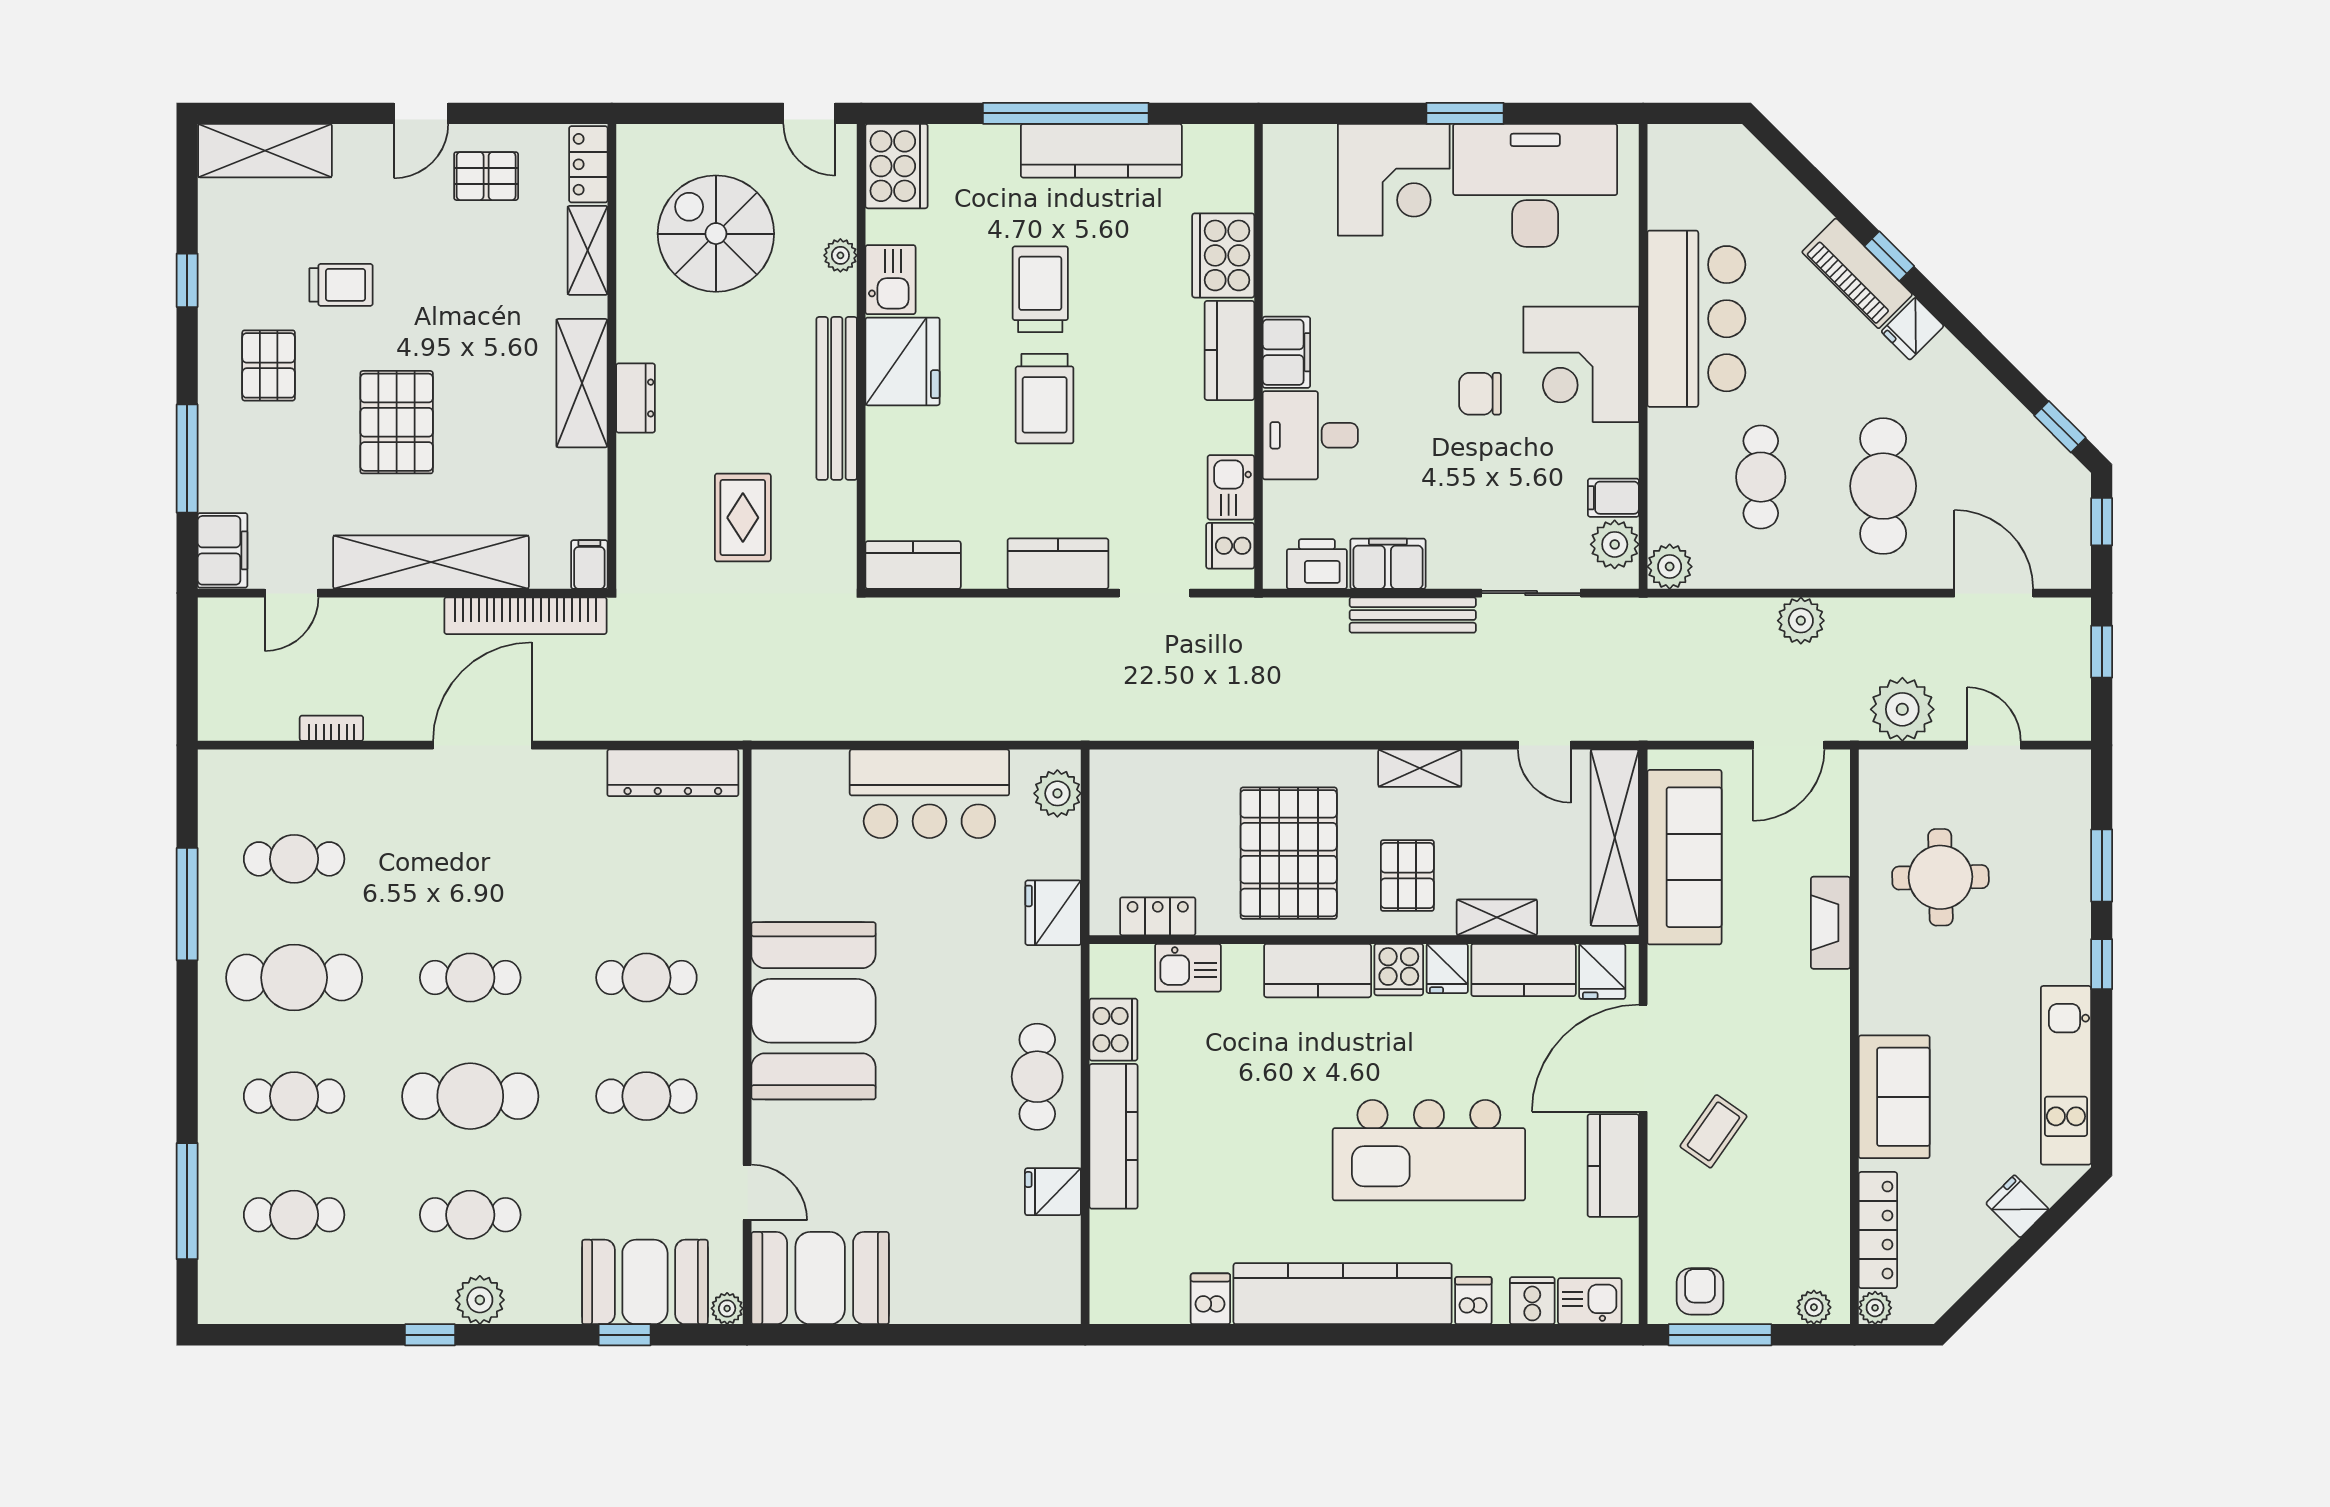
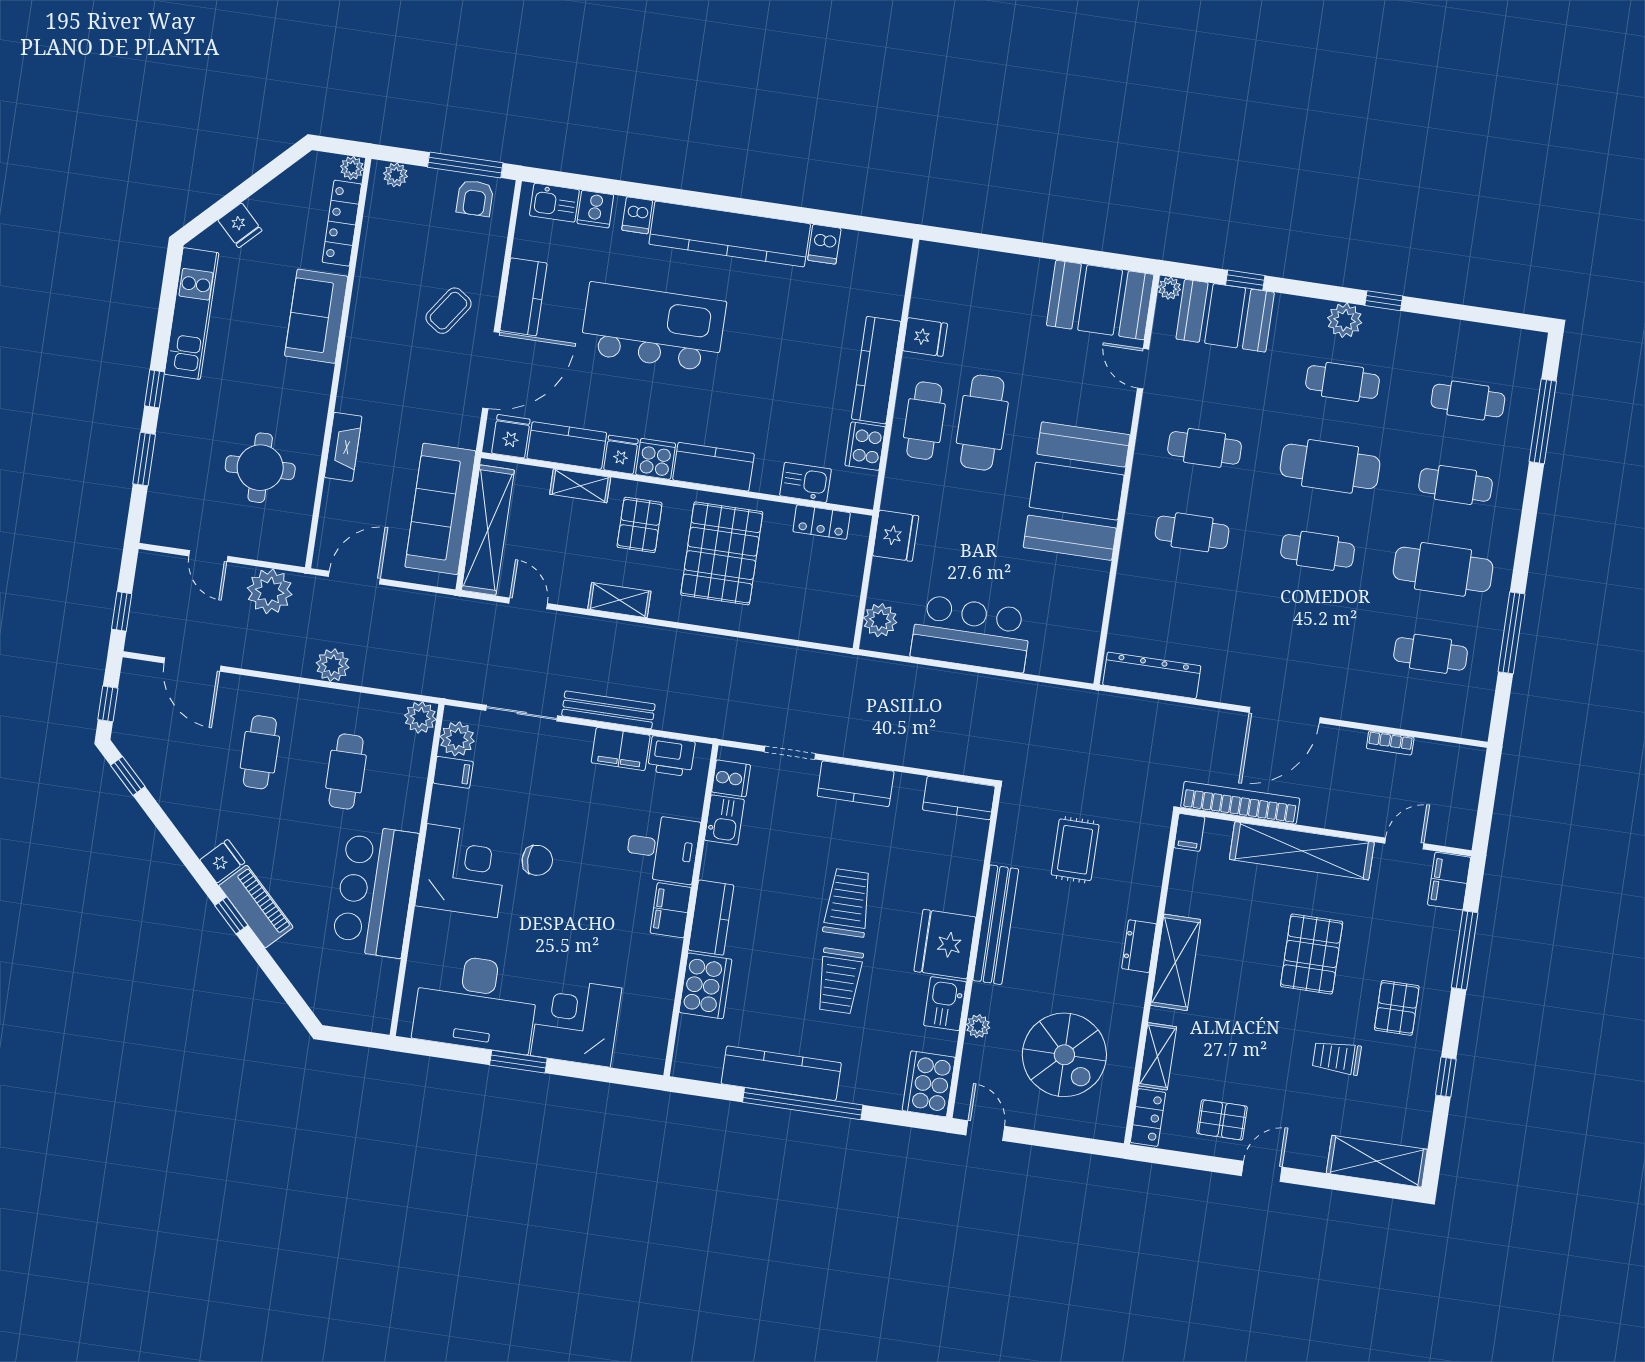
cafe table: (1883, 486) -> (260, 752), width x0.73, depth x0.74
cafe table: (957, 1086) -> (982, 423), added

